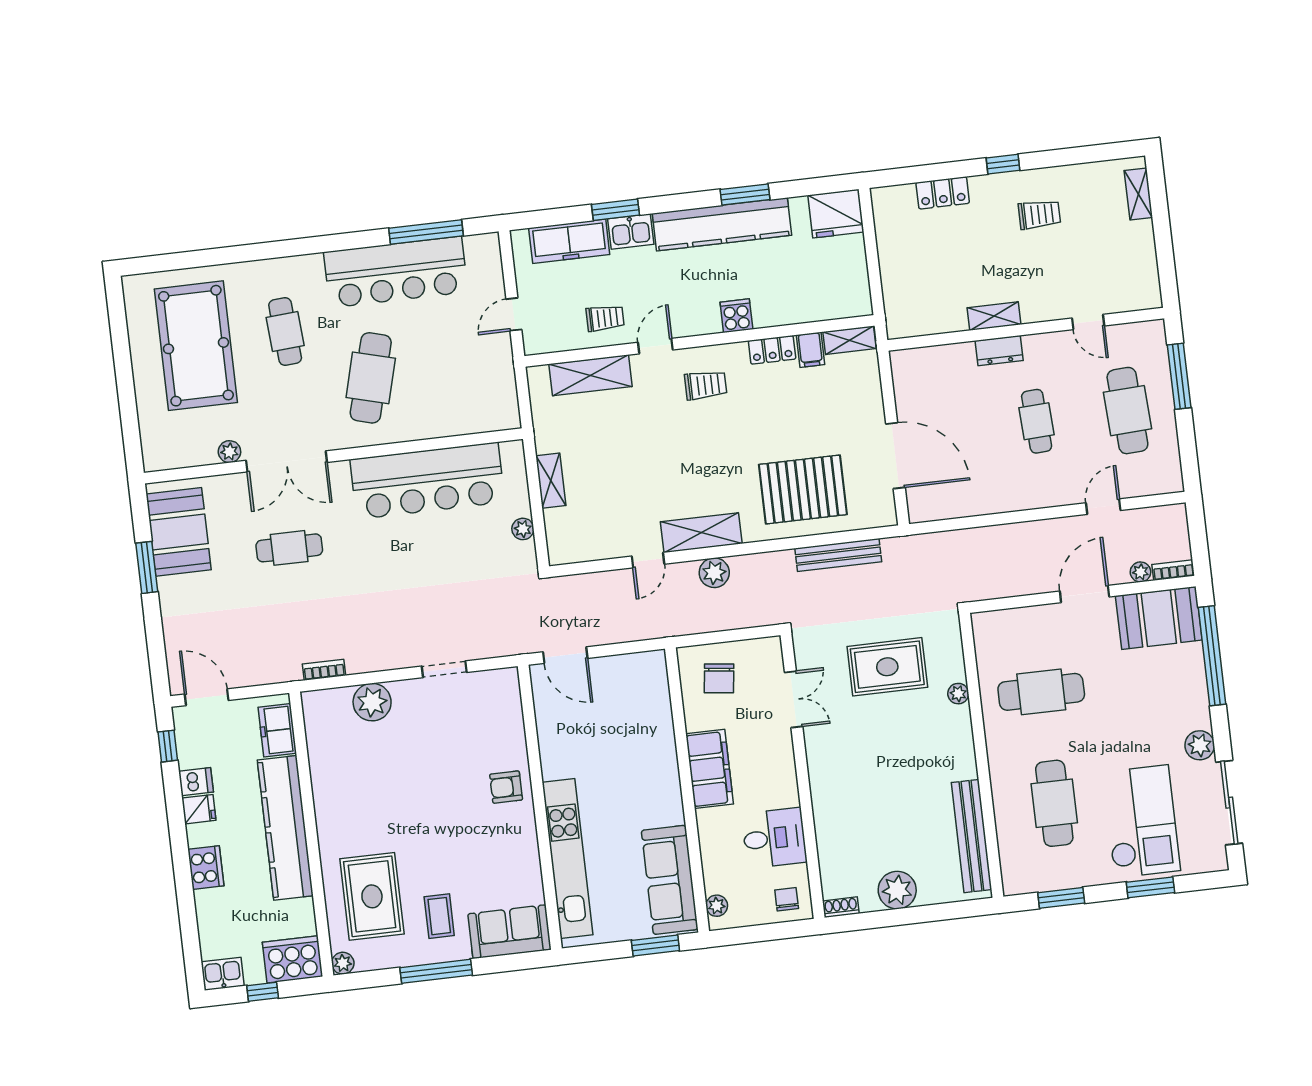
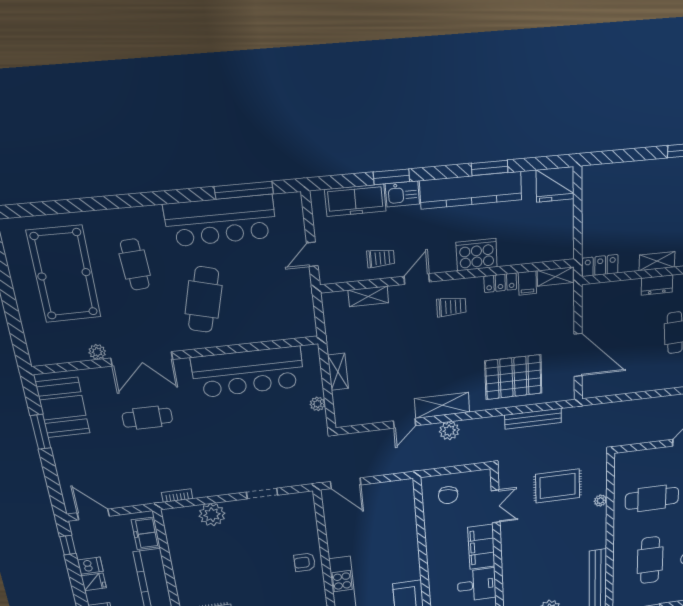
locker: (943, 193) -> (600, 266), moved, turned 180
cooker: (736, 316) -> (477, 255), width x1.87, depth x1.31
shelving: (590, 375) -> (368, 296), width x0.67, depth x0.75
filing cabinet: (710, 769) -> (481, 547), moved, turned 180

